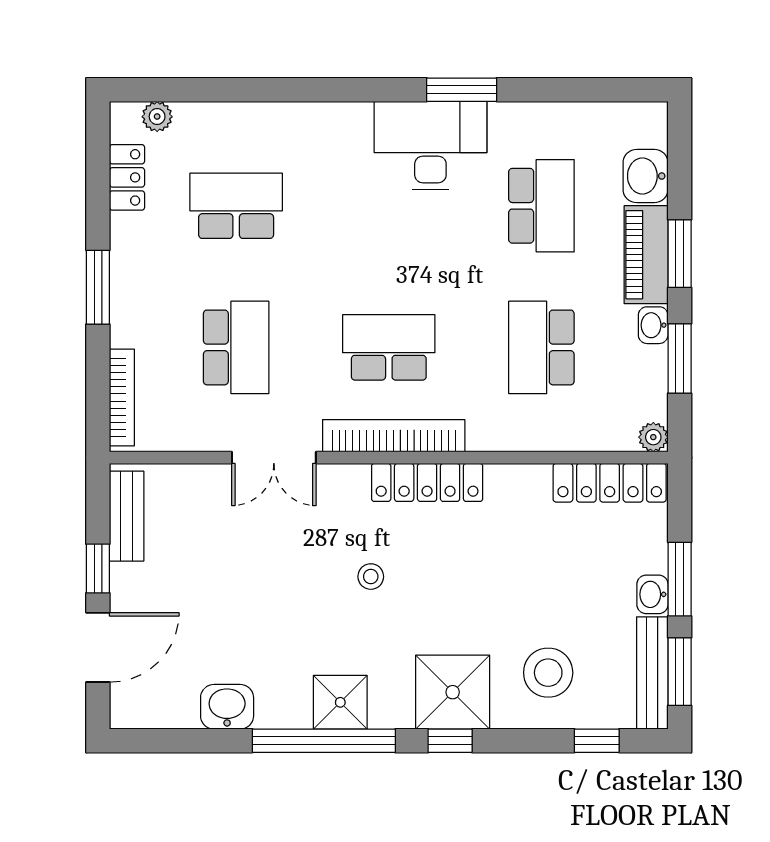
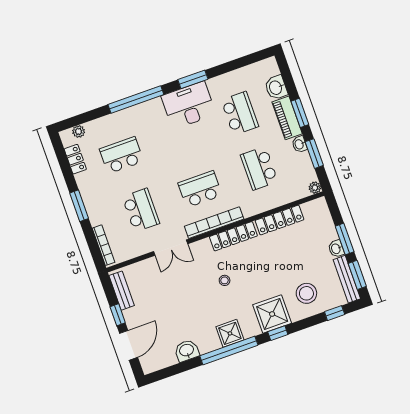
window: (314, 90) -> (136, 100), added
locker: (610, 483) -> (280, 220), moved

